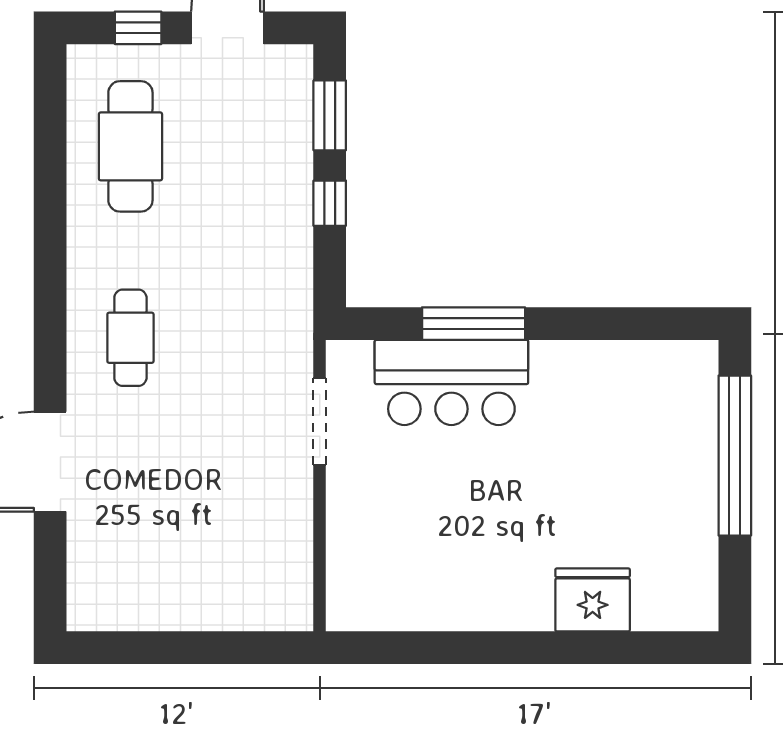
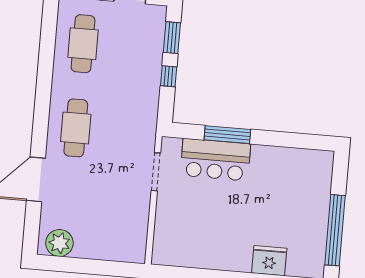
cafe table: (130, 338) -> (76, 128), width x1.37, depth x1.35
window: (735, 456) -> (335, 230), moved
plant: (116, 601) -> (59, 243), added

